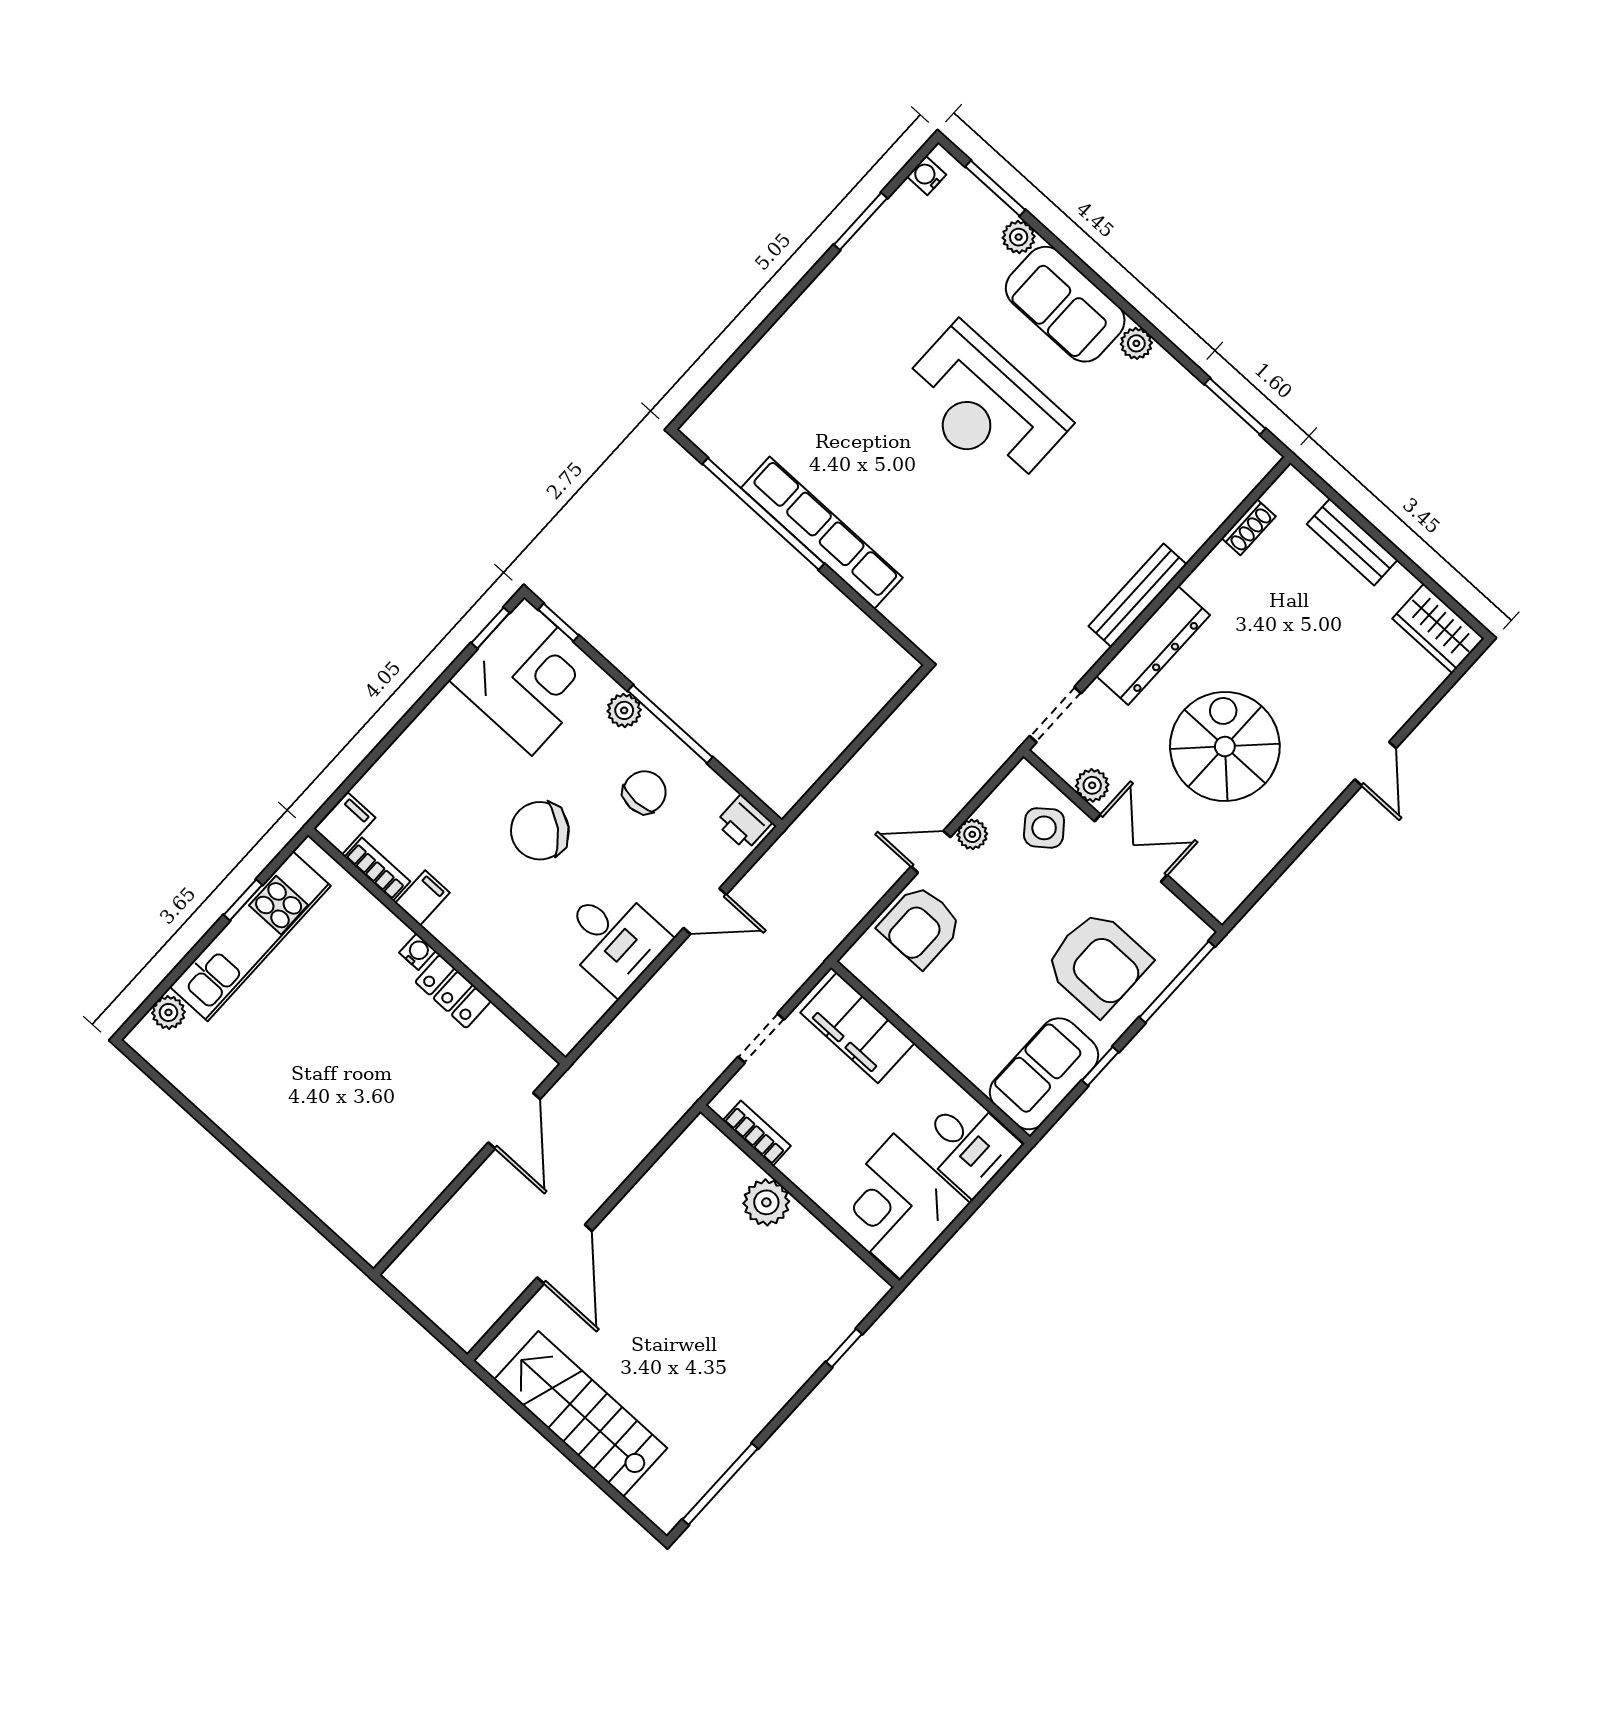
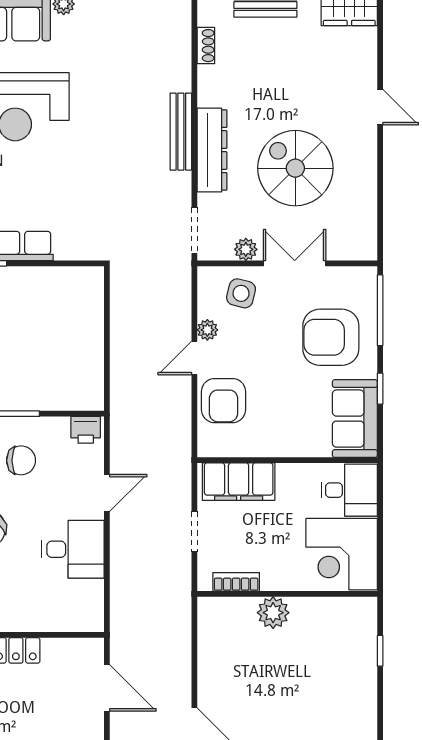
chair: (644, 792) -> (21, 460), turned 90
side table: (1044, 828) -> (241, 293), turned -38
armchair: (1098, 963) -> (331, 337), turned 180

